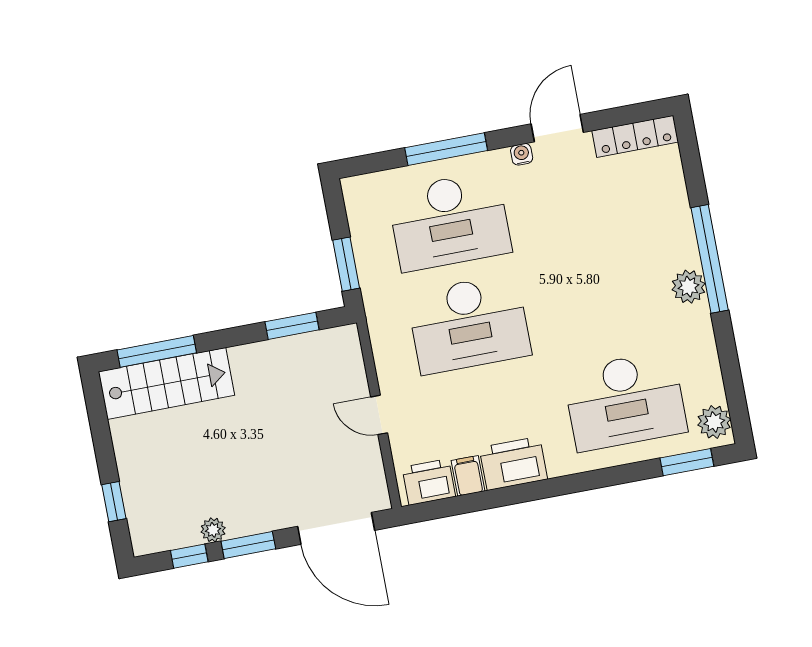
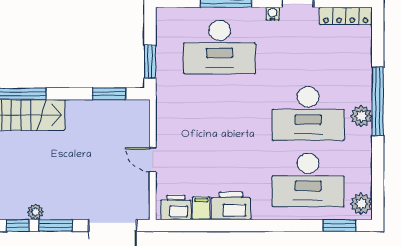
desk: (469, 324) -> (308, 114), moved

